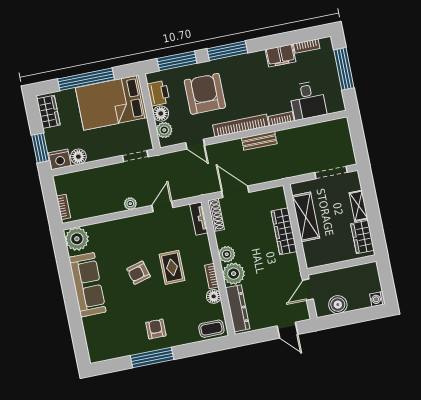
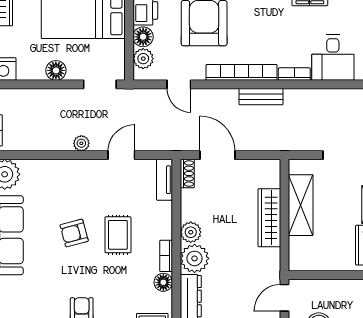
floor lamp: (78, 157) -> (56, 70), moved
shoe rack: (216, 215) -> (187, 174), width x0.70

